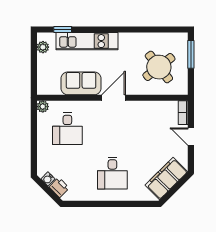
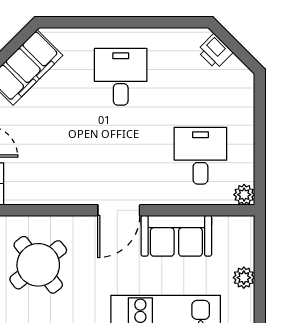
plant: (43, 47) -> (244, 278), moved
water cooler: (48, 179) -> (235, 67), removed

